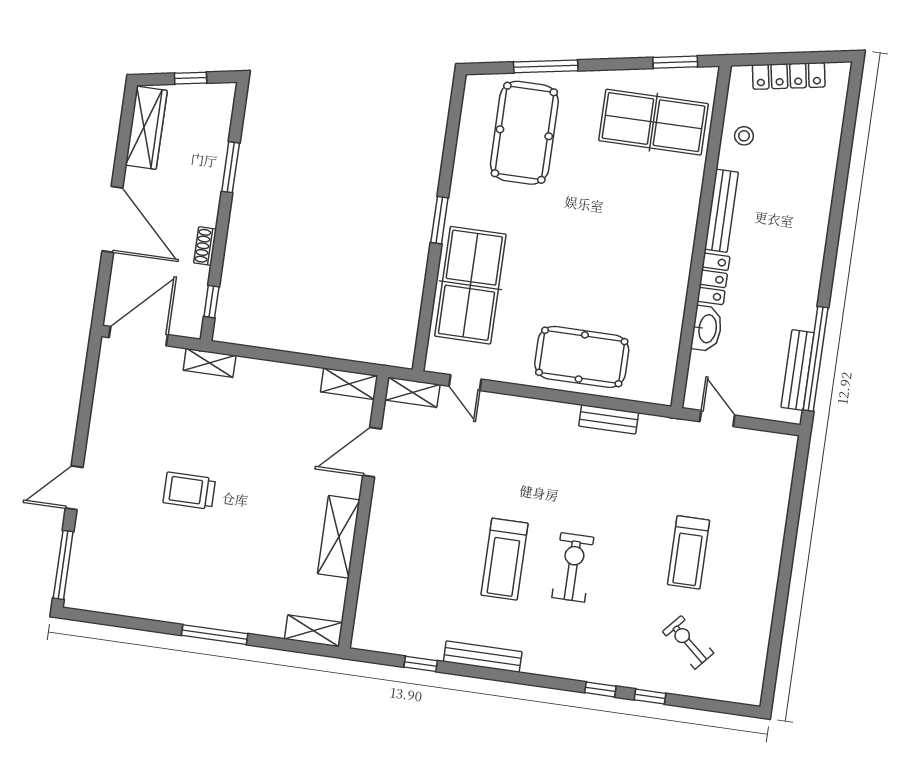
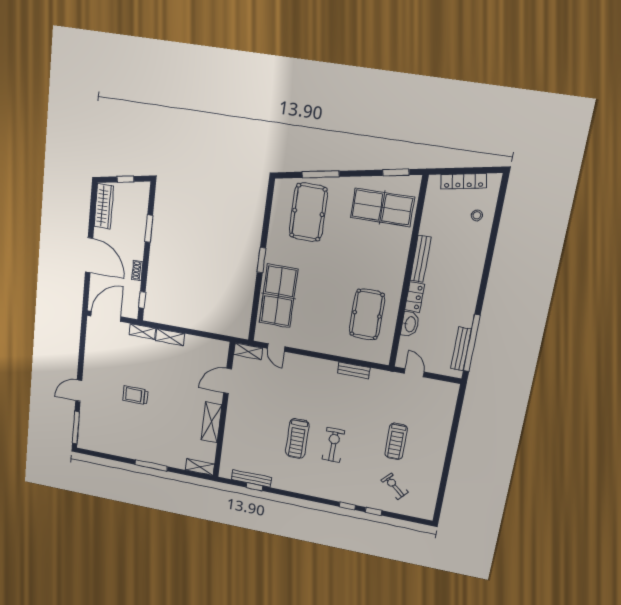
stool: (744, 136) -> (477, 215), moved
pool table: (582, 357) -> (367, 314), moved, turned 90
shelving: (349, 384) -> (170, 337), moved
bench: (483, 657) -> (251, 478), moved

